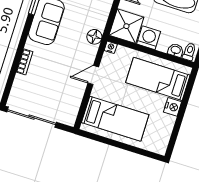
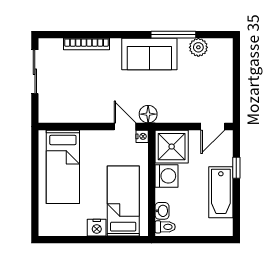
bookcase: (25, 62) -> (87, 44), width x1.56
door: (93, 75) -> (125, 127), moved
sliding door: (32, 117) -> (35, 72), width x0.73

